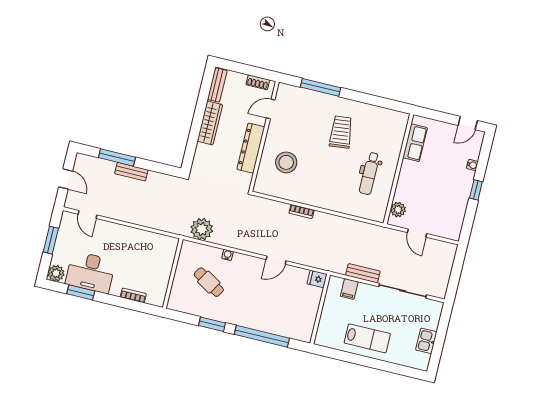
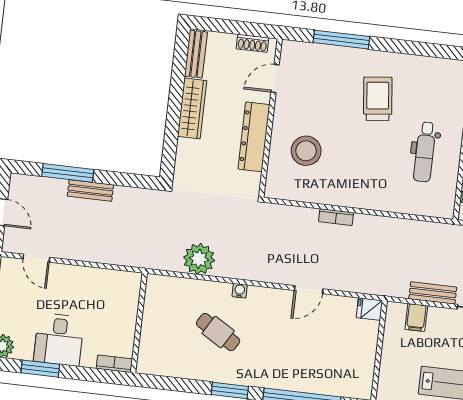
desk: (90, 272) -> (59, 340), width x0.73
wall: (173, 273) -> (139, 323), moved

